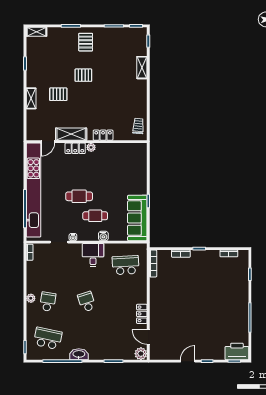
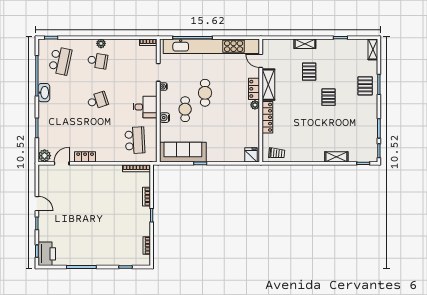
pallet: (86, 42) -> (365, 86), moved, turned 90
locker: (103, 135) -> (267, 117), width x1.53
fridge: (140, 151) -> (251, 155), added

